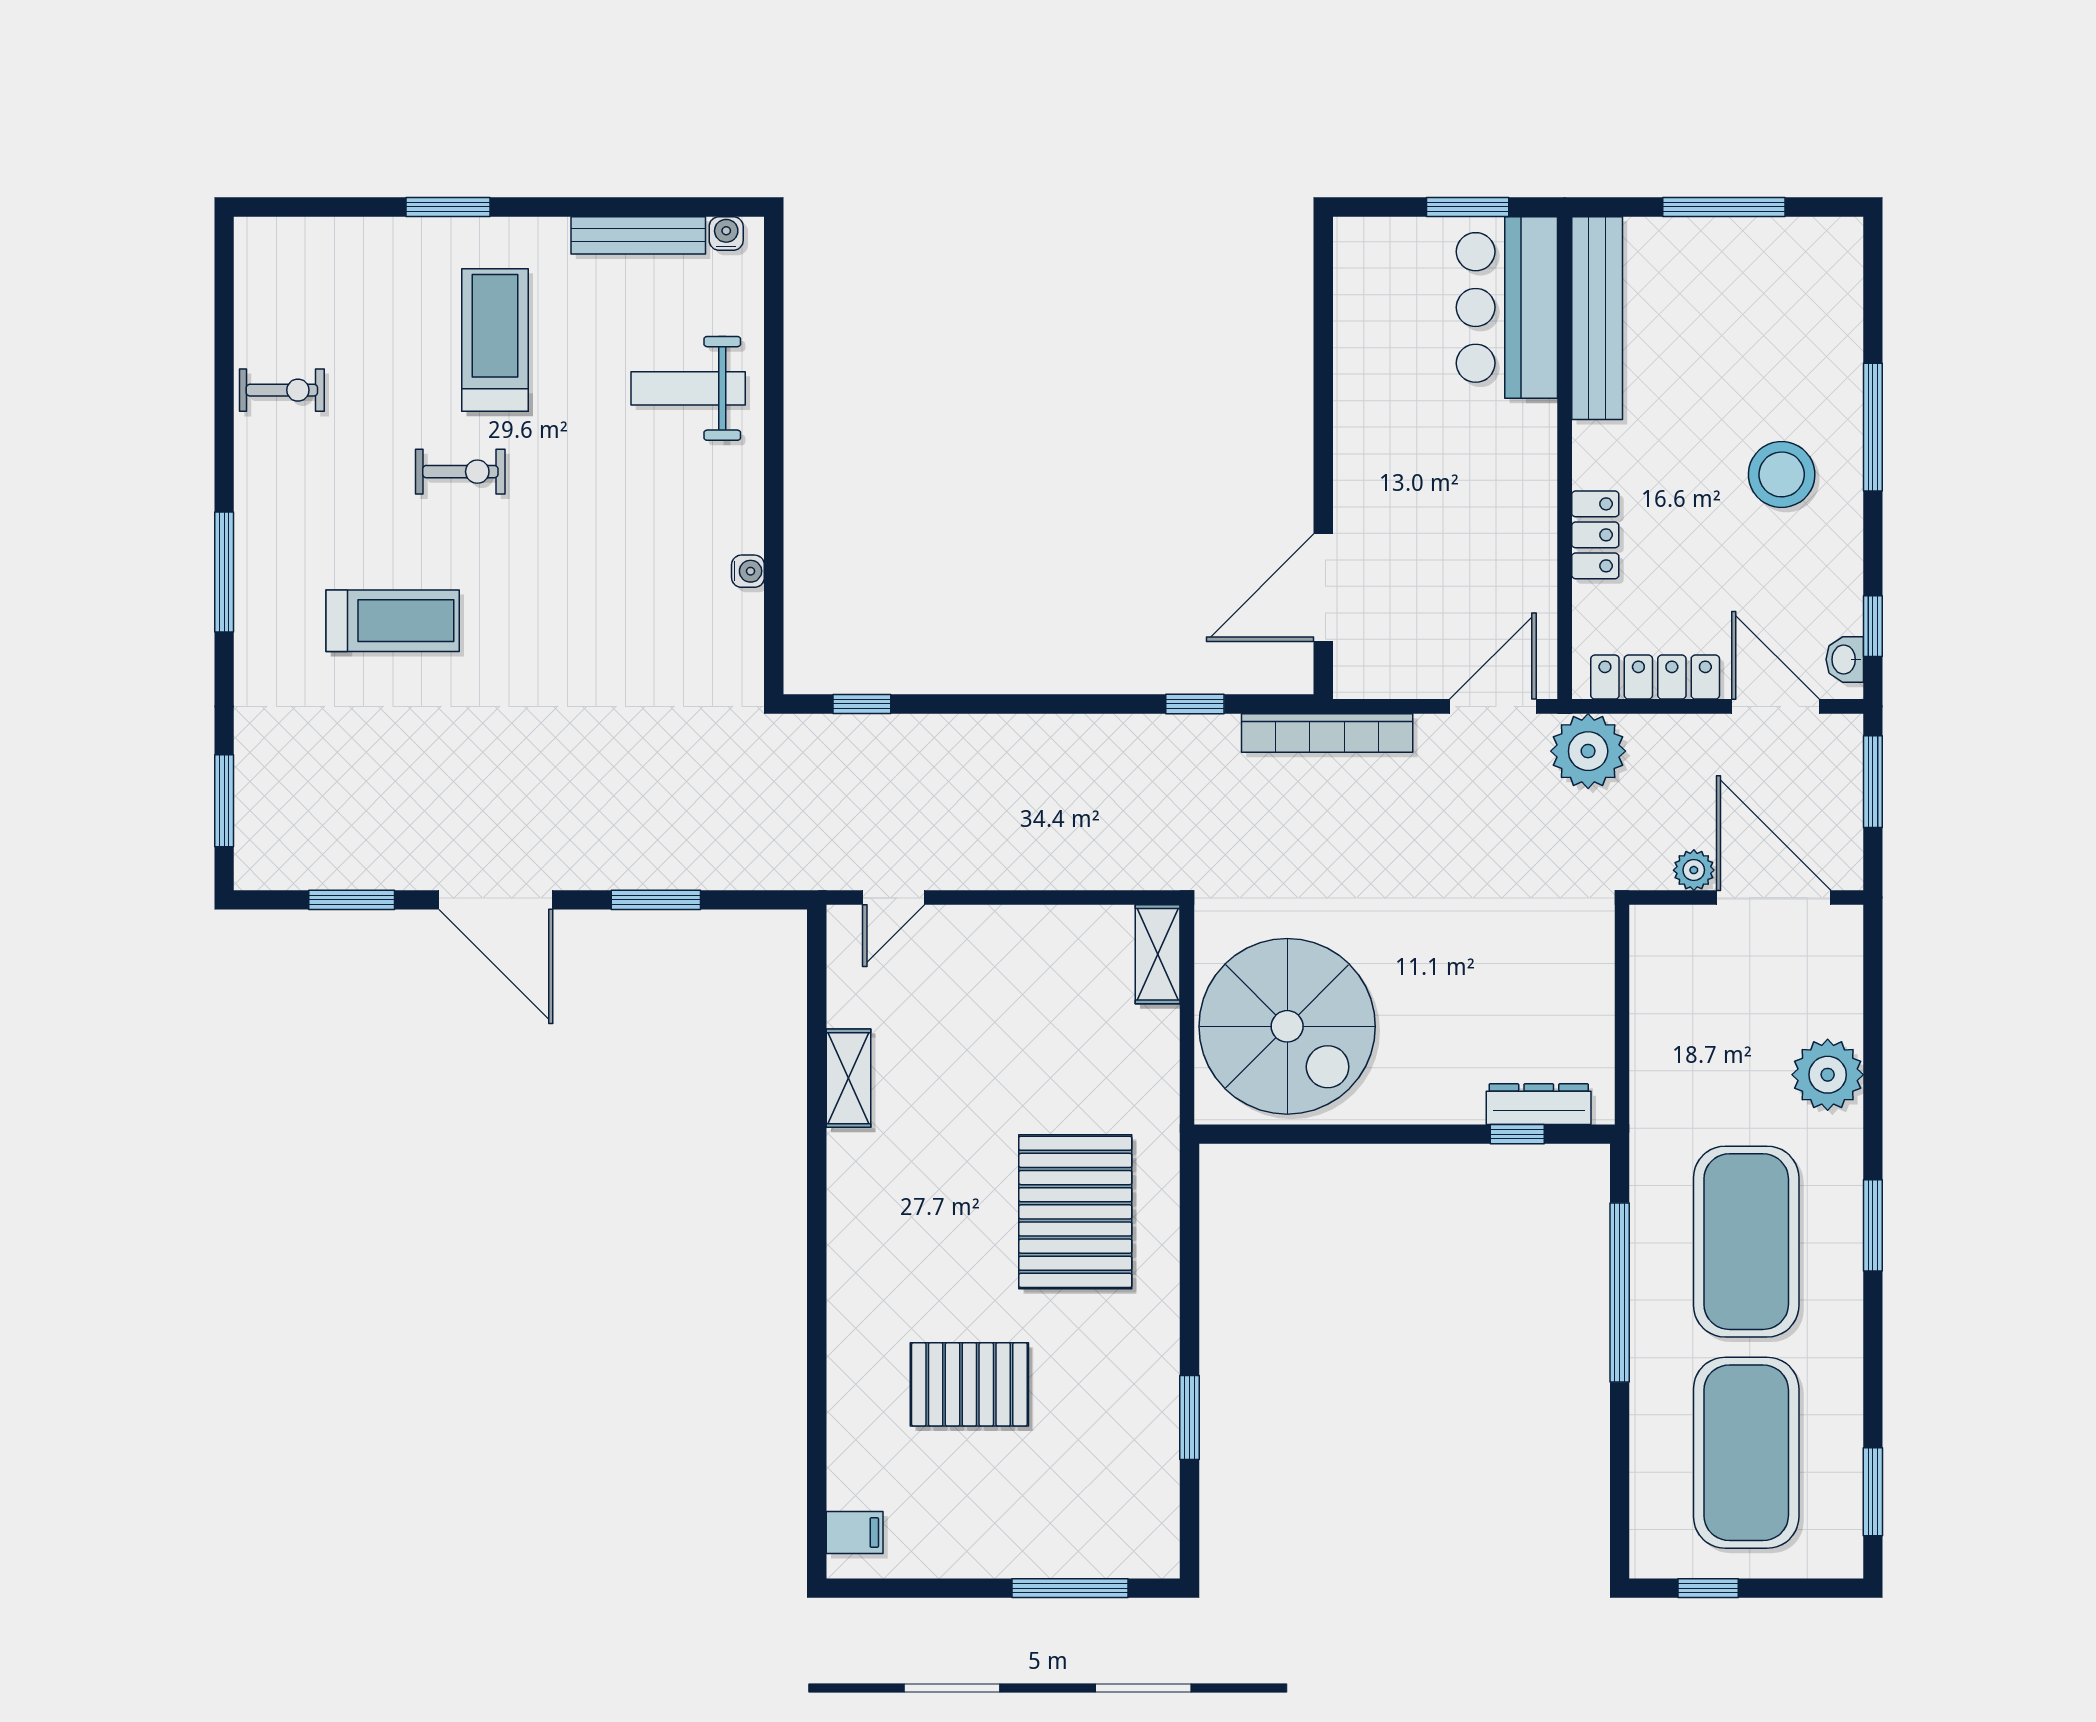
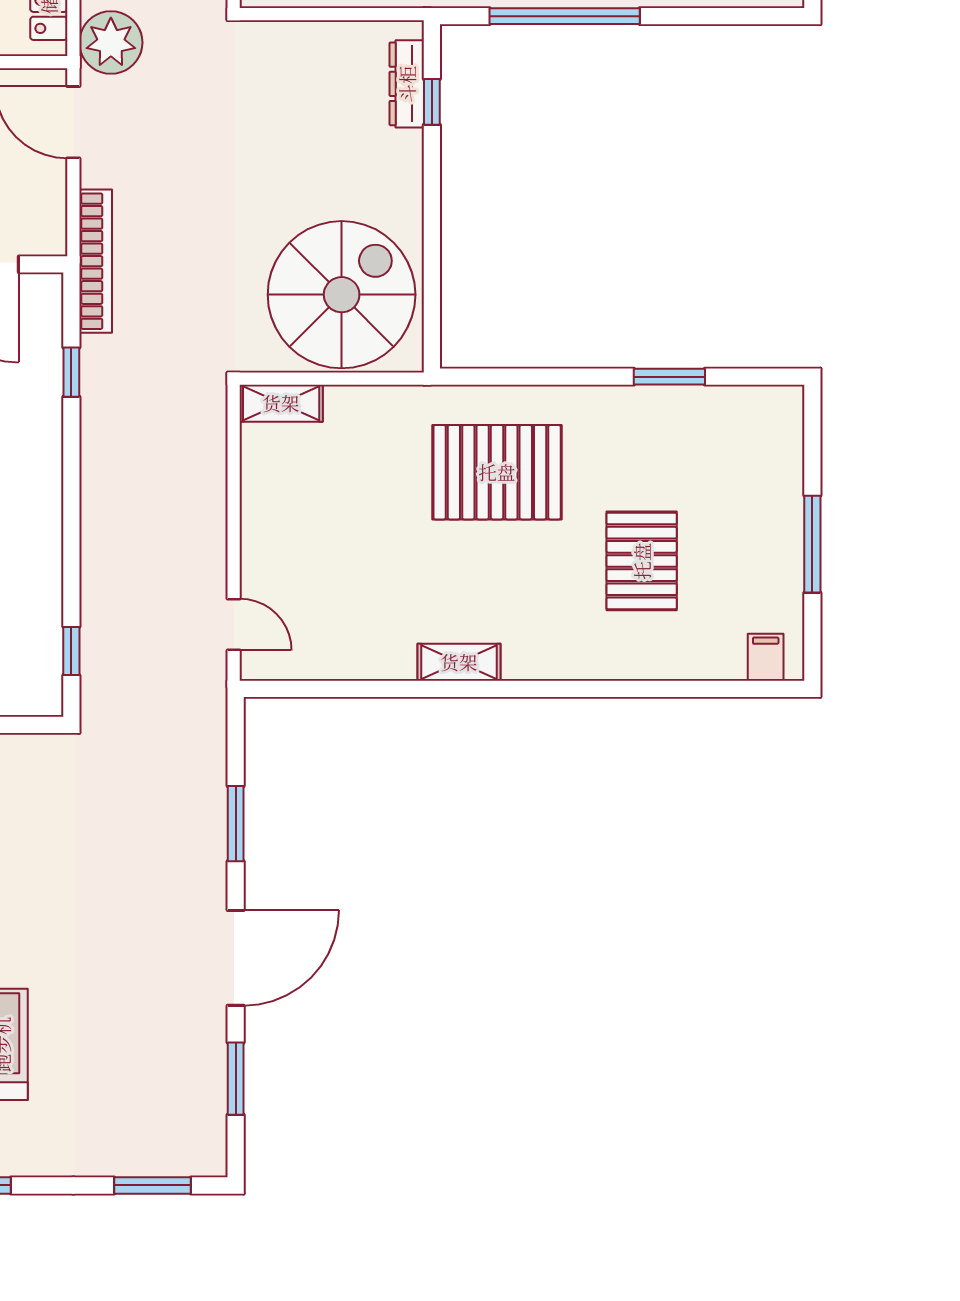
shelving: (848, 1078) -> (459, 662), moved
window: (1070, 1588) -> (812, 544), moved

